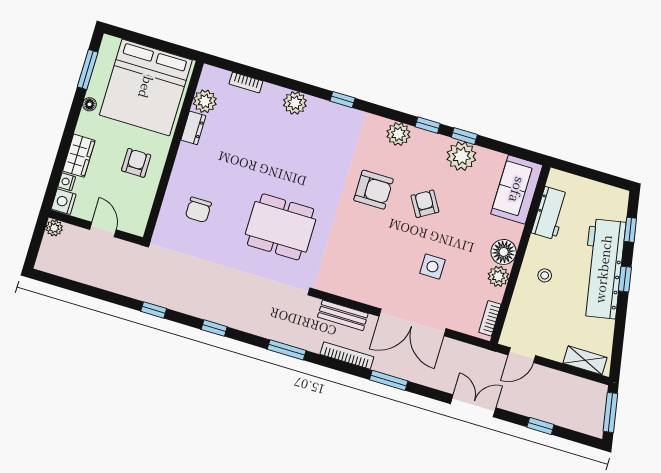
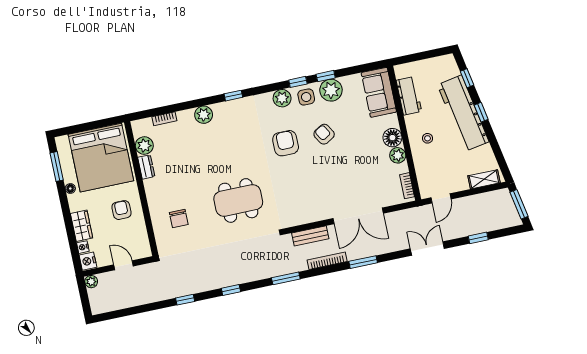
armchair: (374, 190) -> (286, 143), turned -90
side table: (432, 267) -> (306, 97), moved

